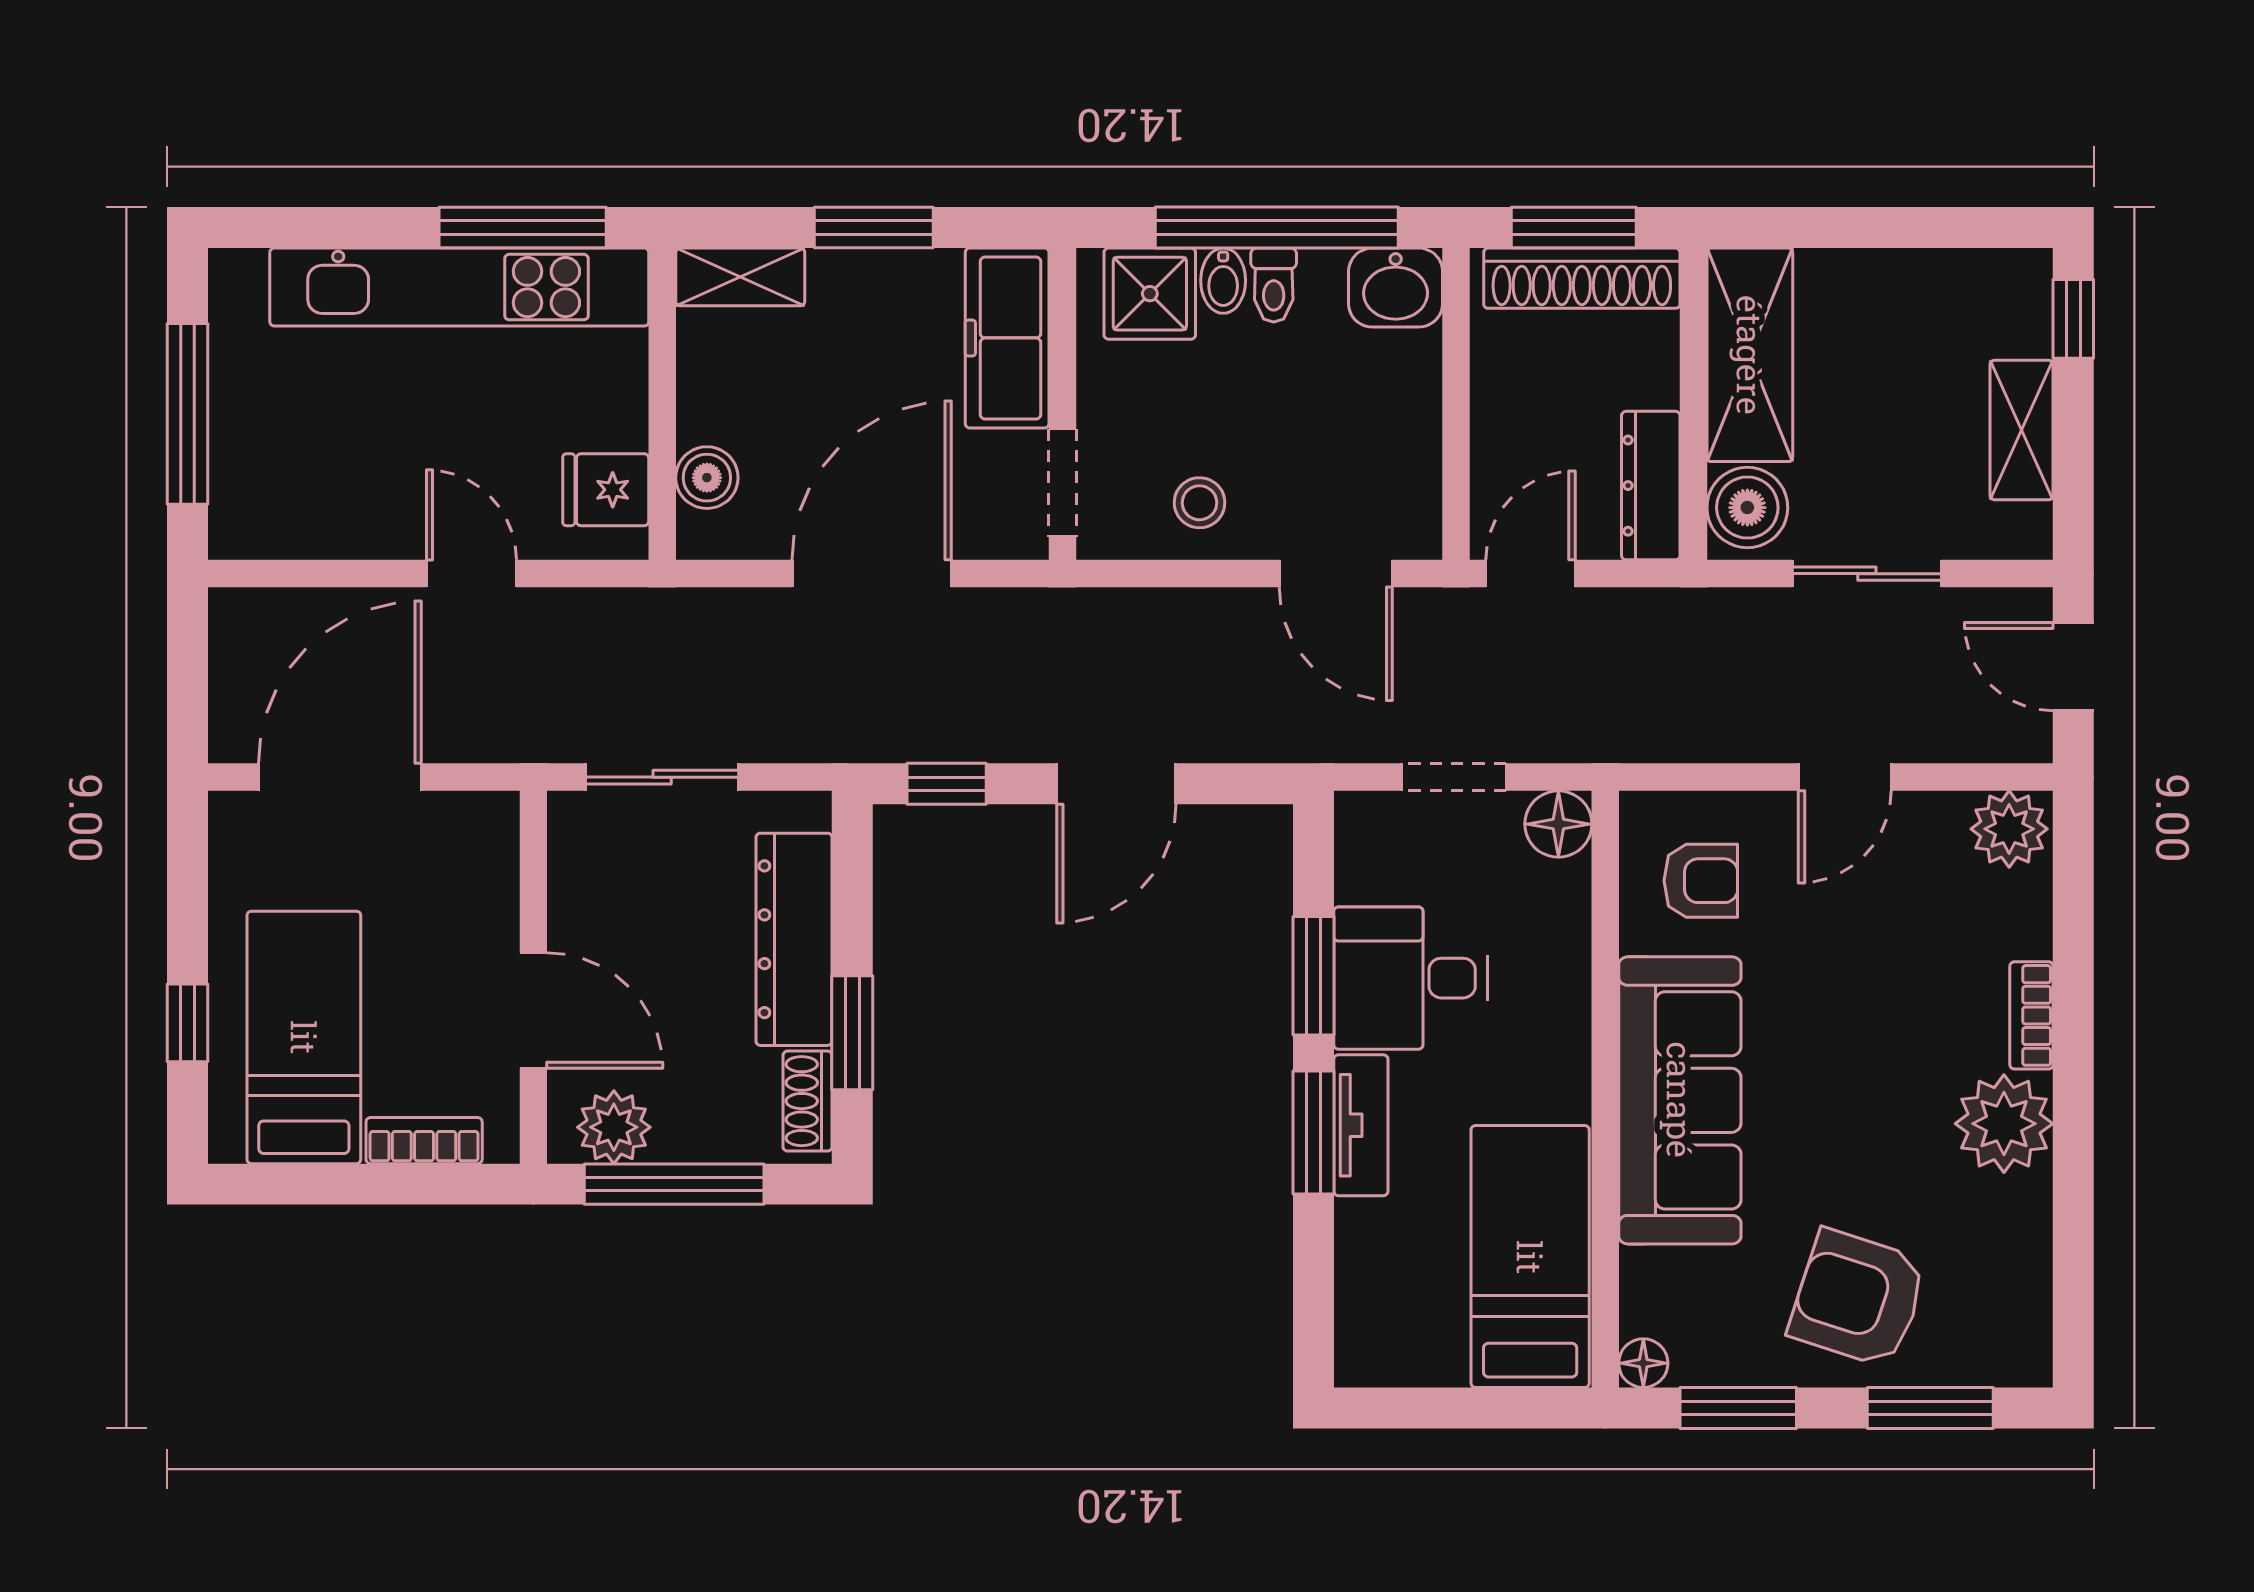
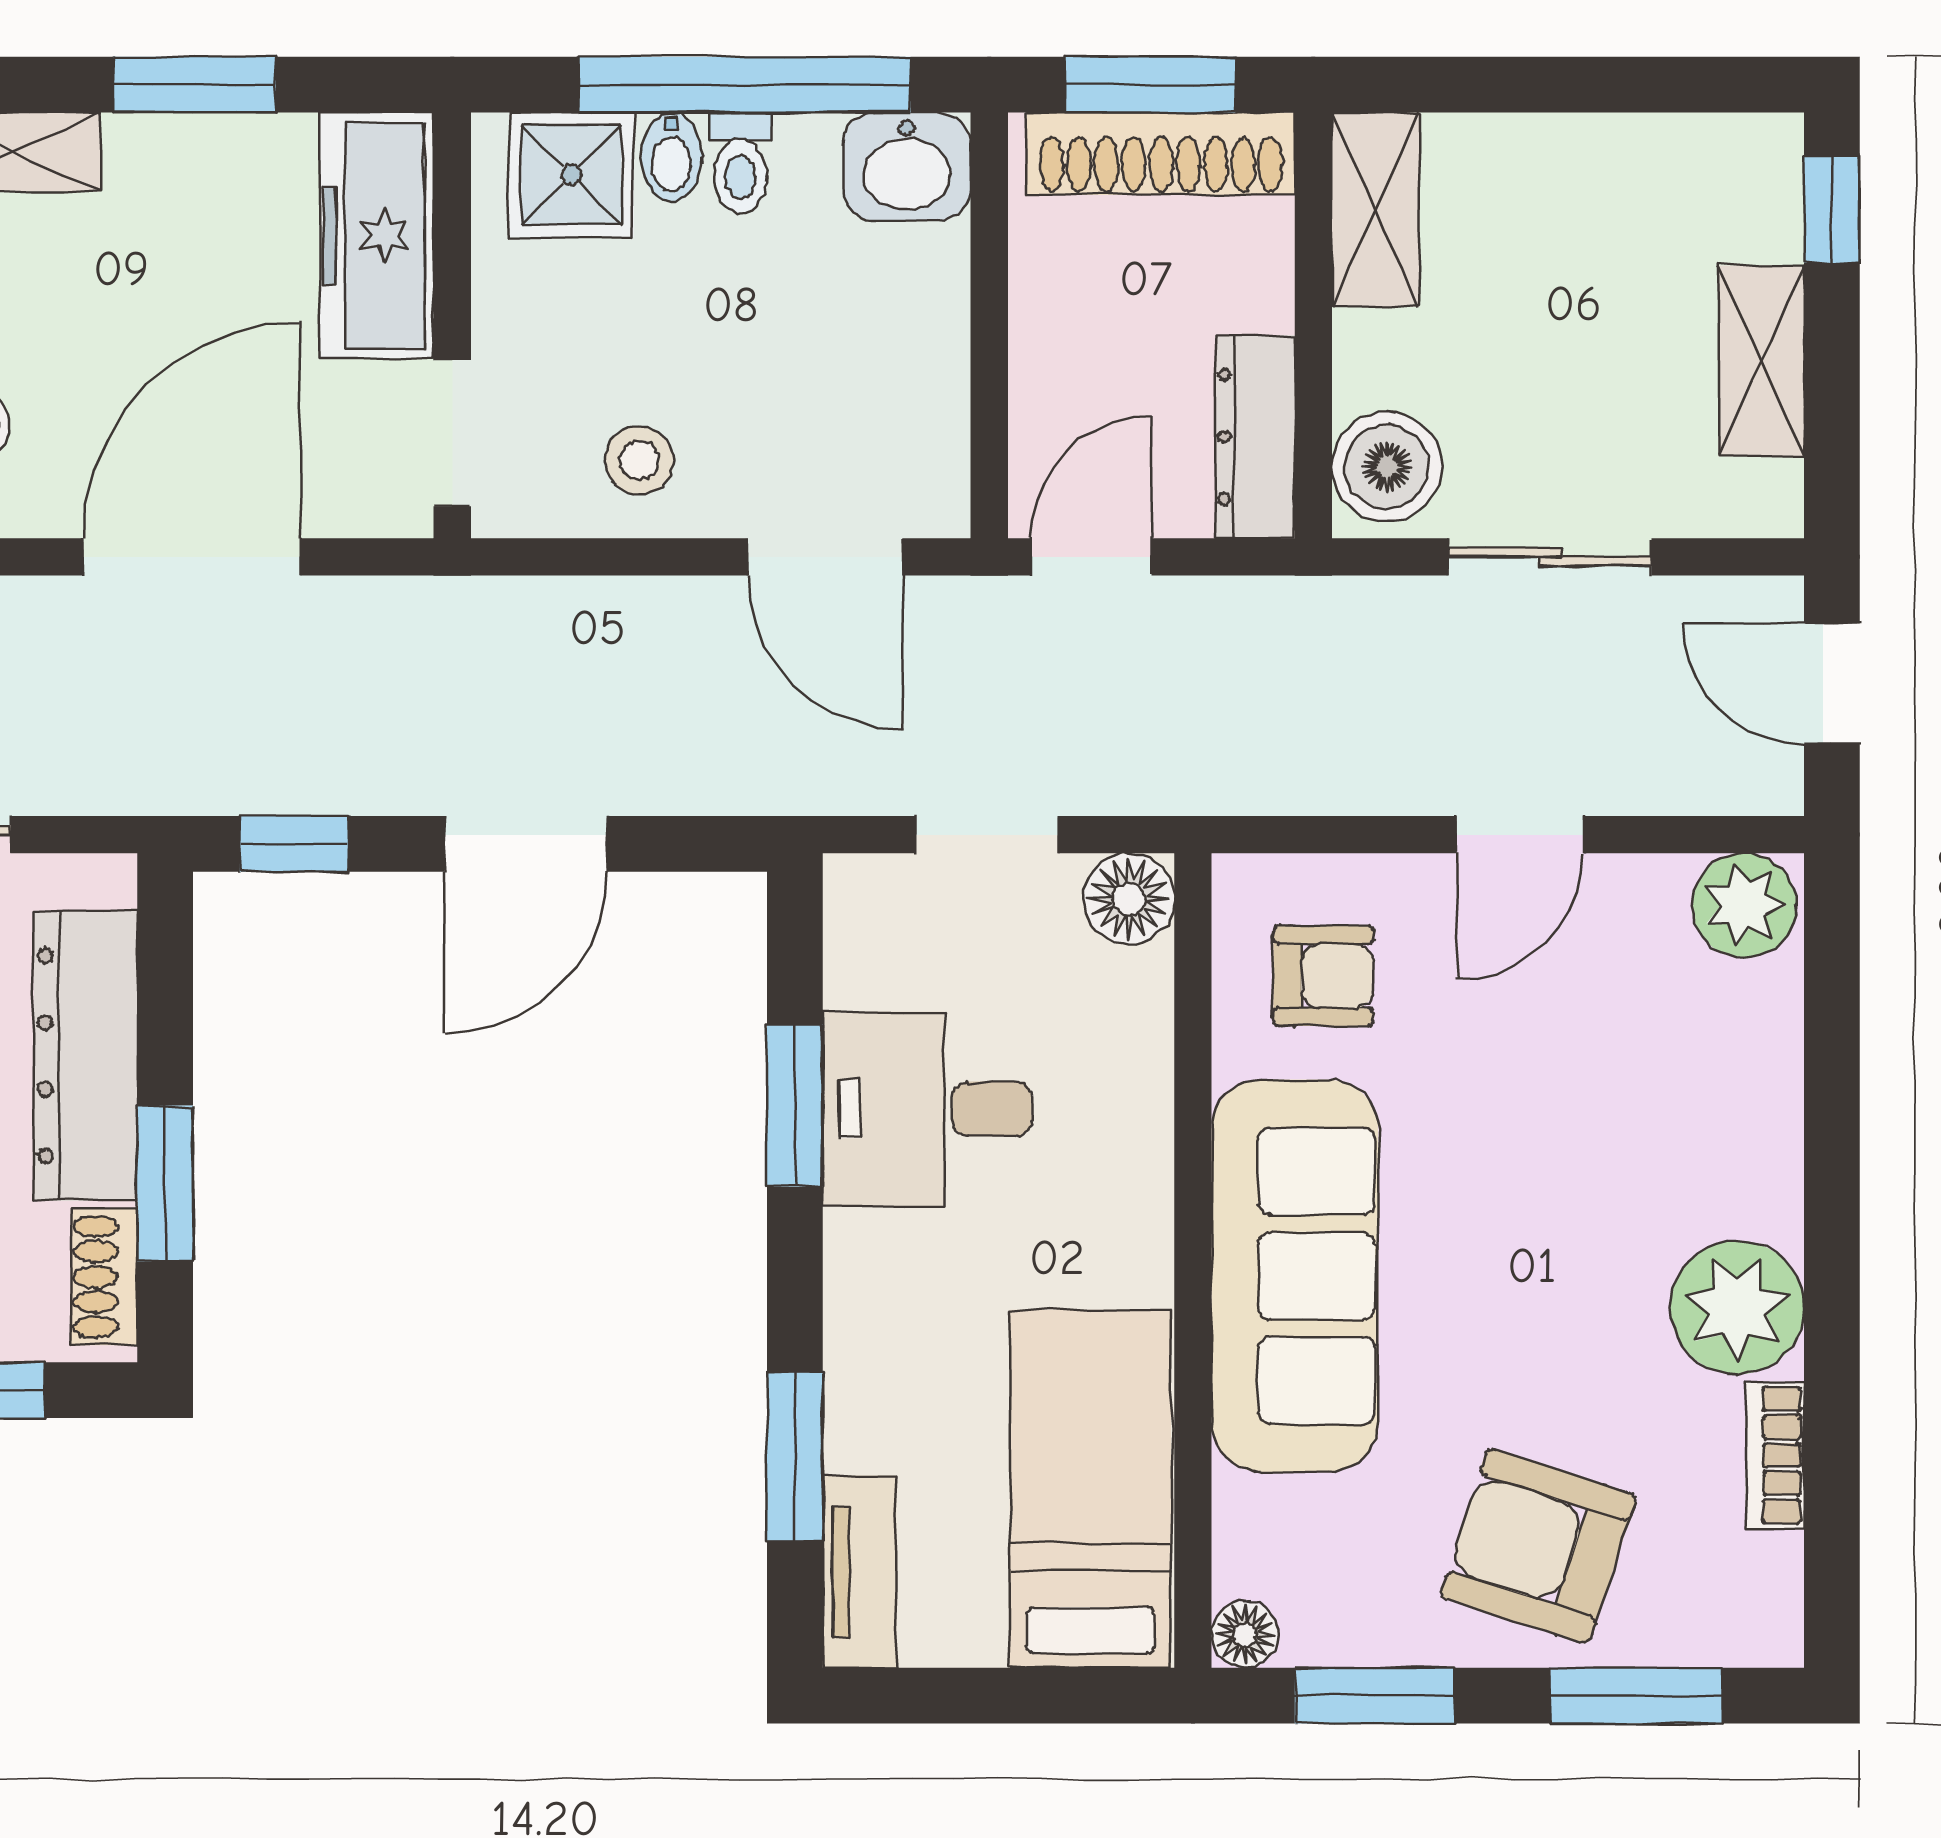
shelving: (1750, 355) -> (1376, 210), width x0.67, depth x0.75
bookcase: (2031, 1015) -> (1775, 1455), moved
tv unit: (1361, 1125) -> (859, 1572), moved
window: (1314, 1132) -> (795, 1457), moved

